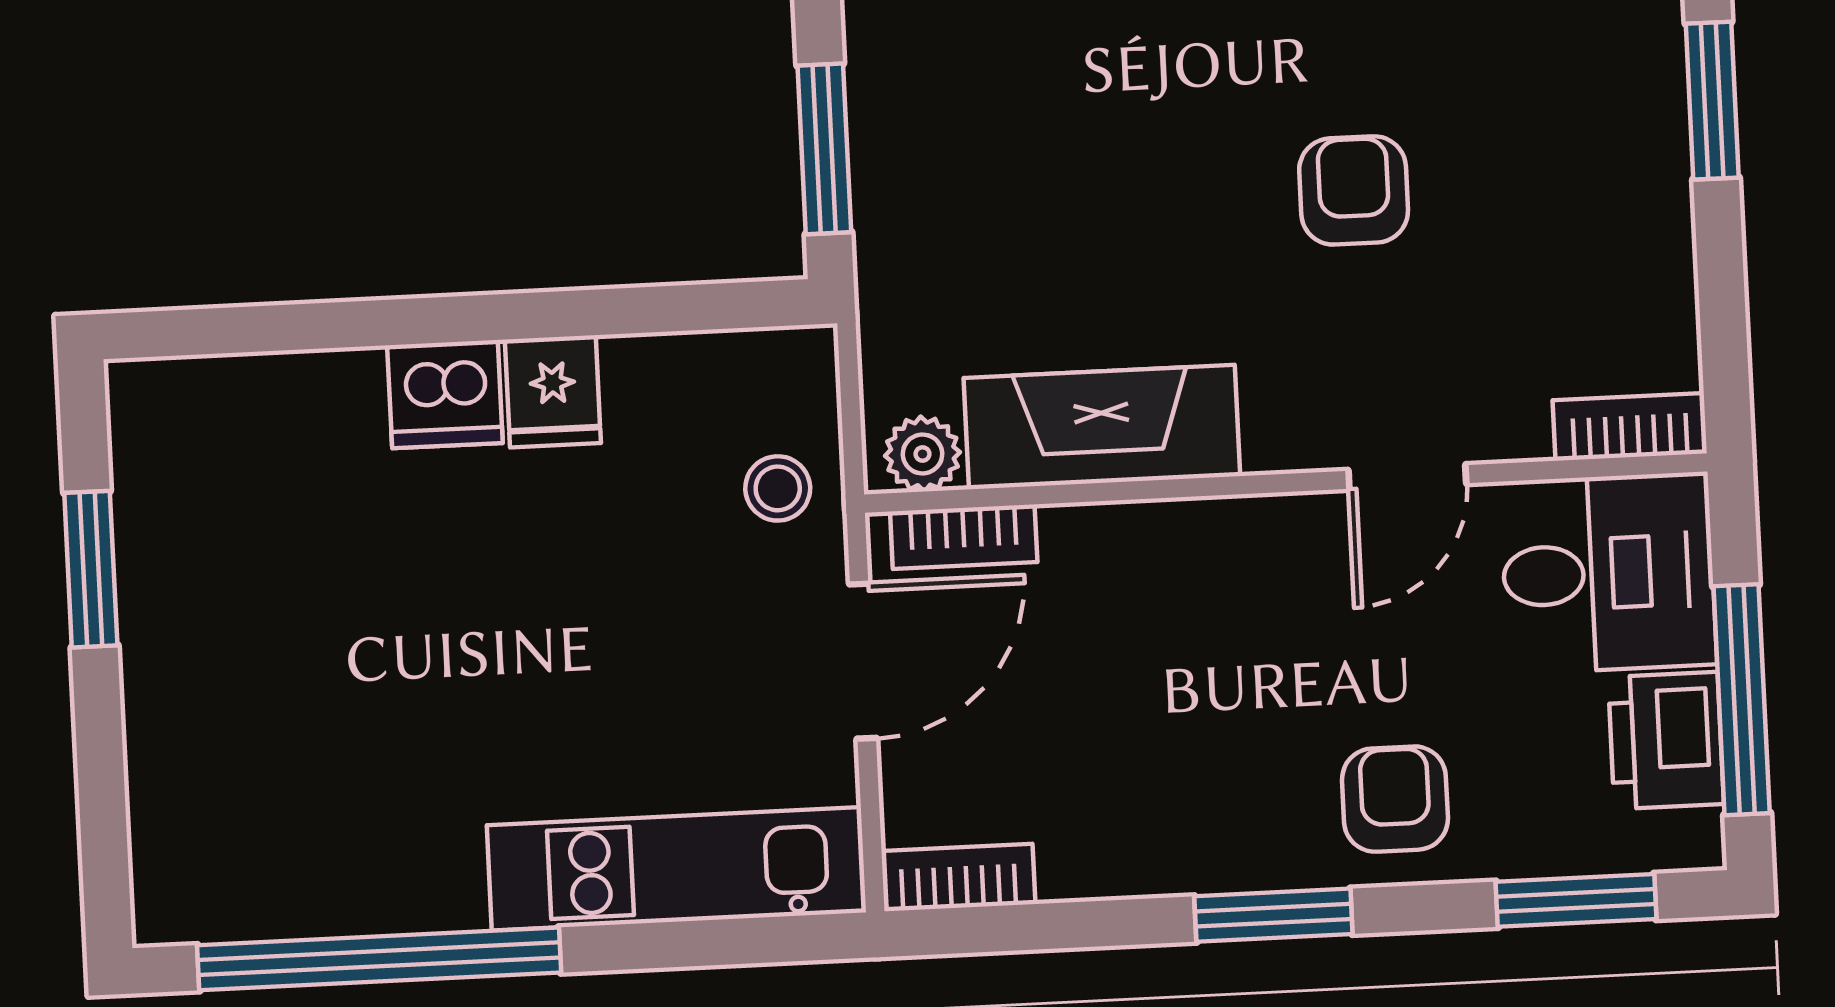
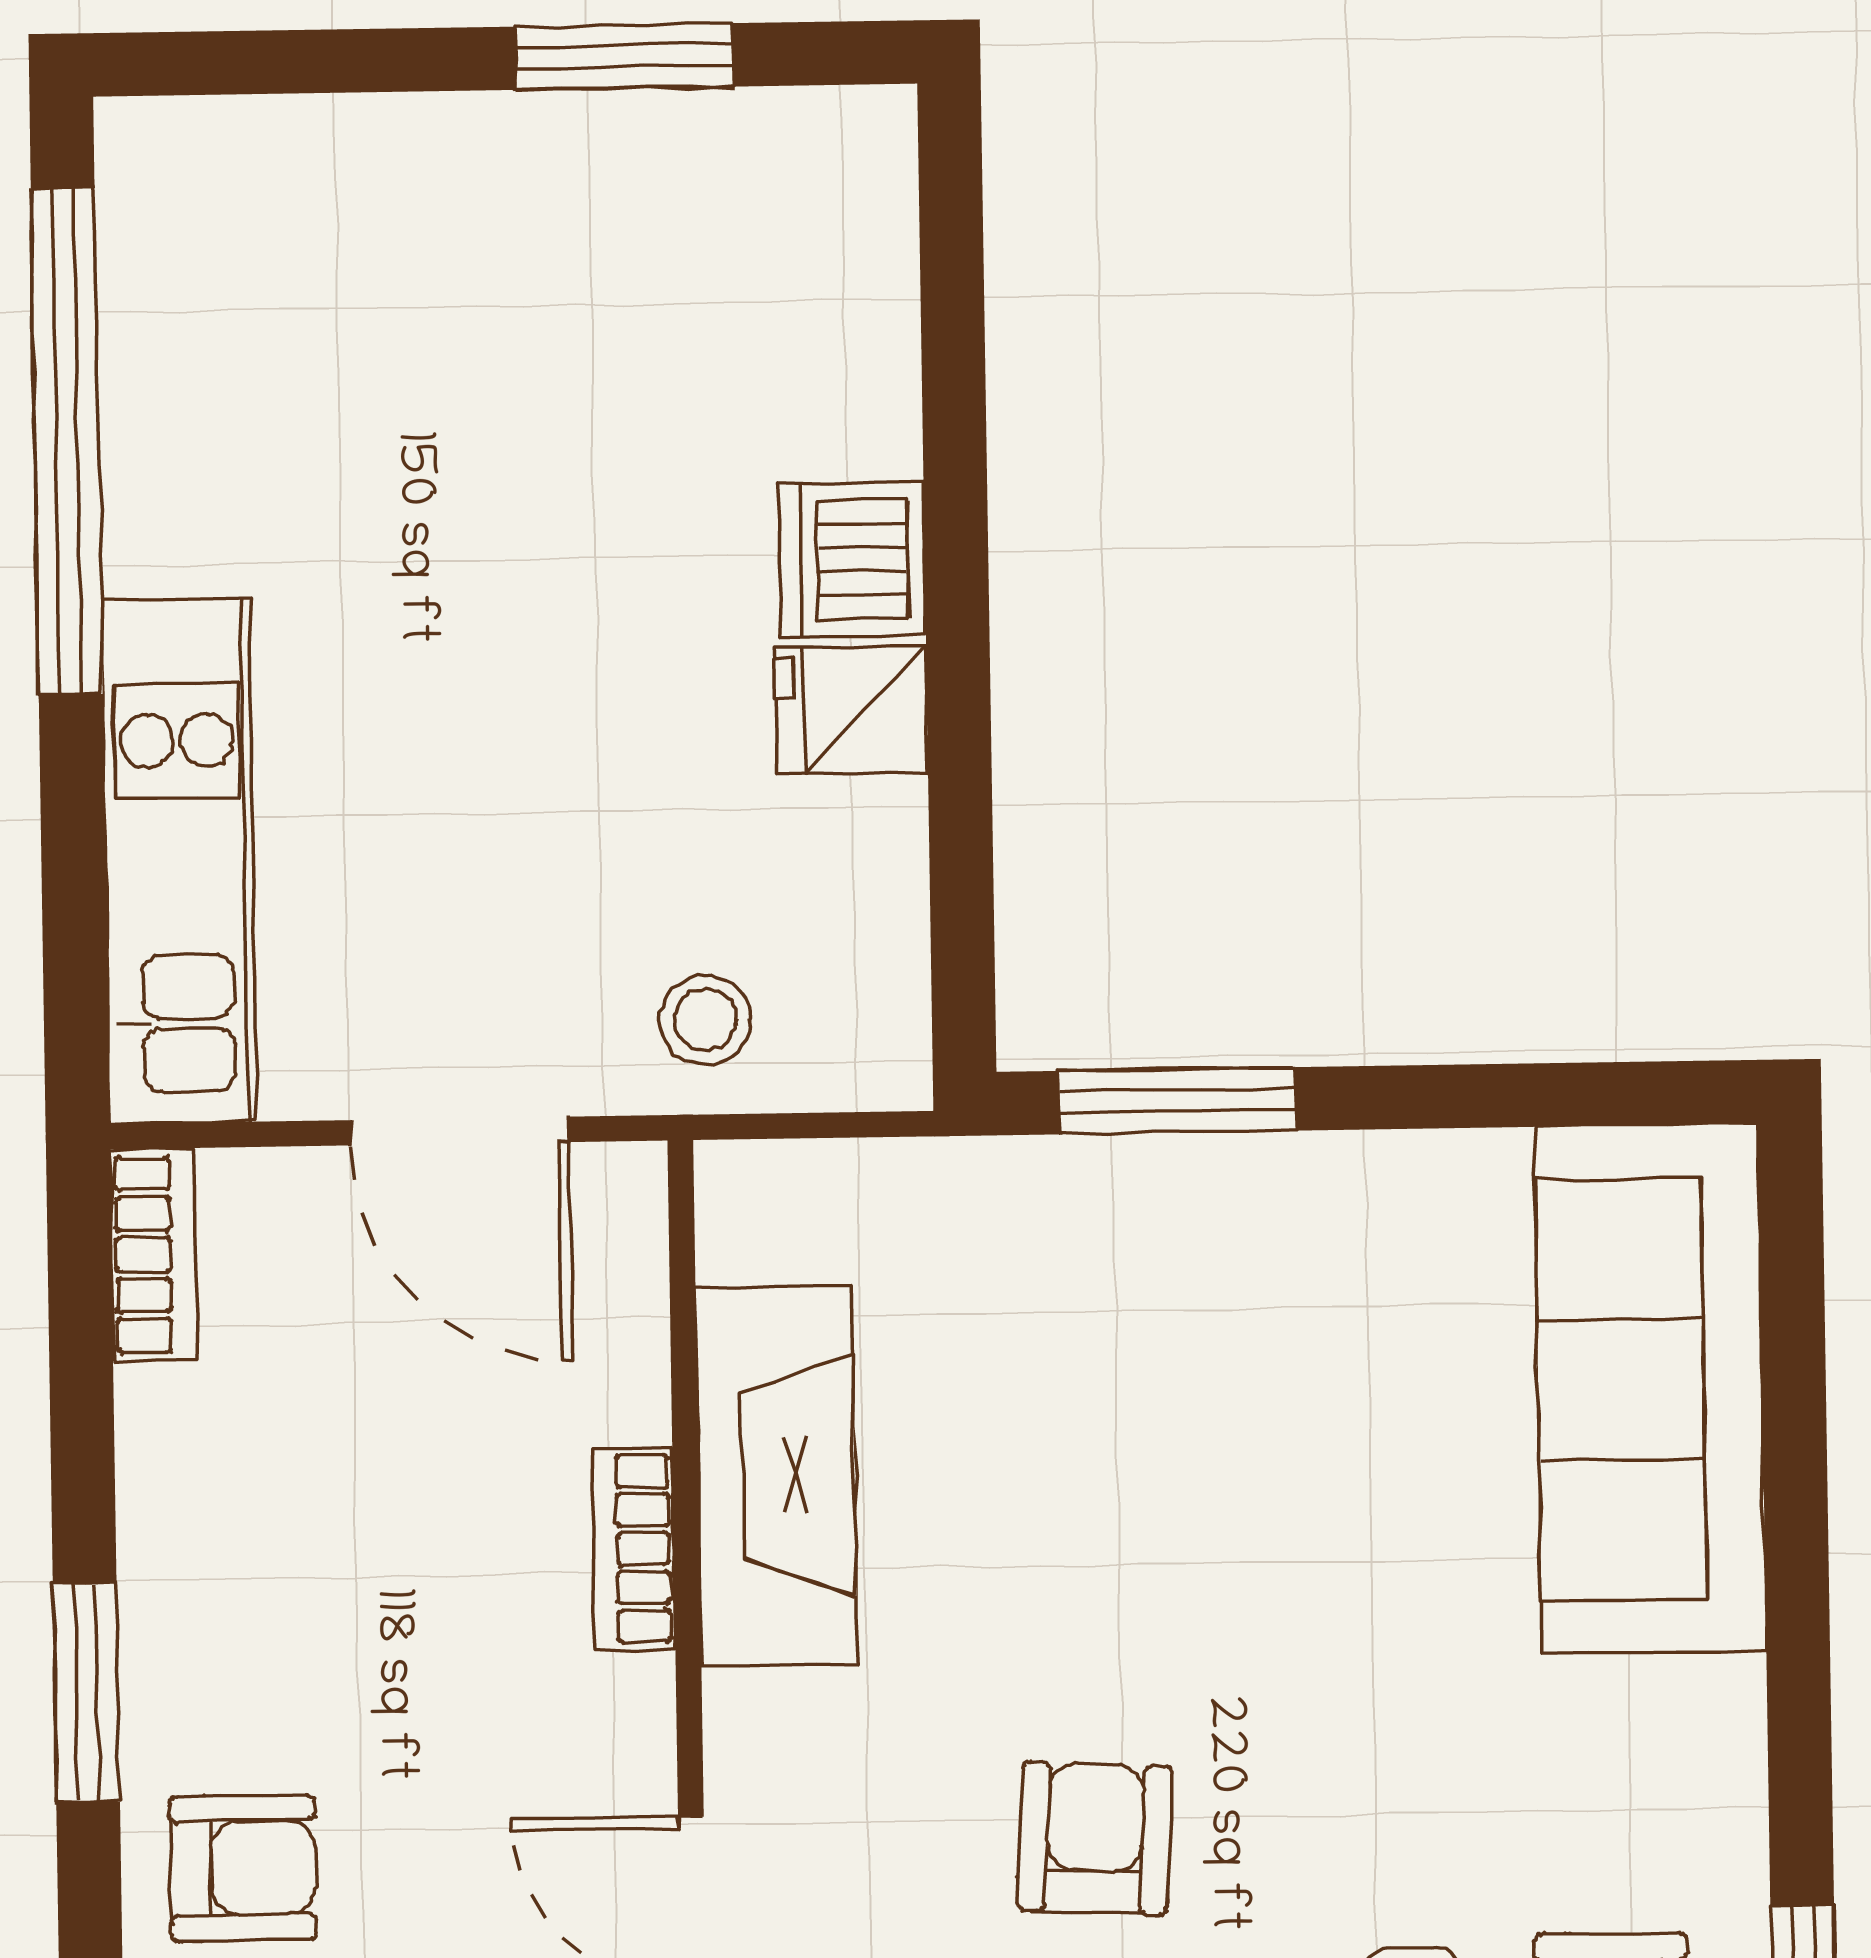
armchair: (1354, 190) -> (1095, 1838), turned -87
plant: (922, 454) -> (747, 1224), removed
bookcase: (964, 537) -> (634, 1549), moved

